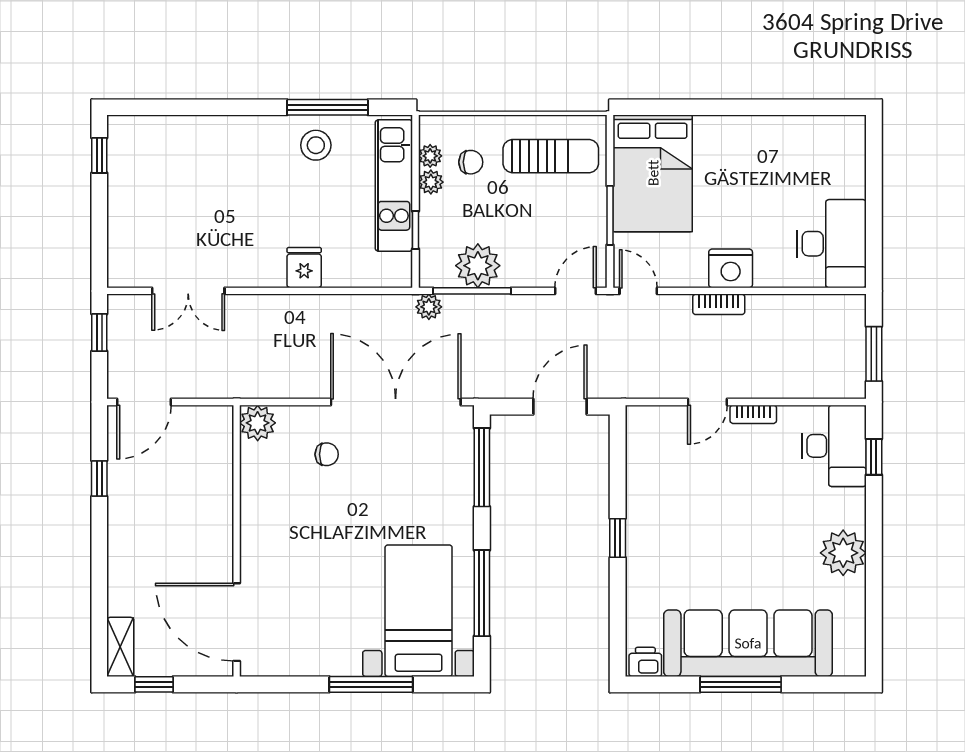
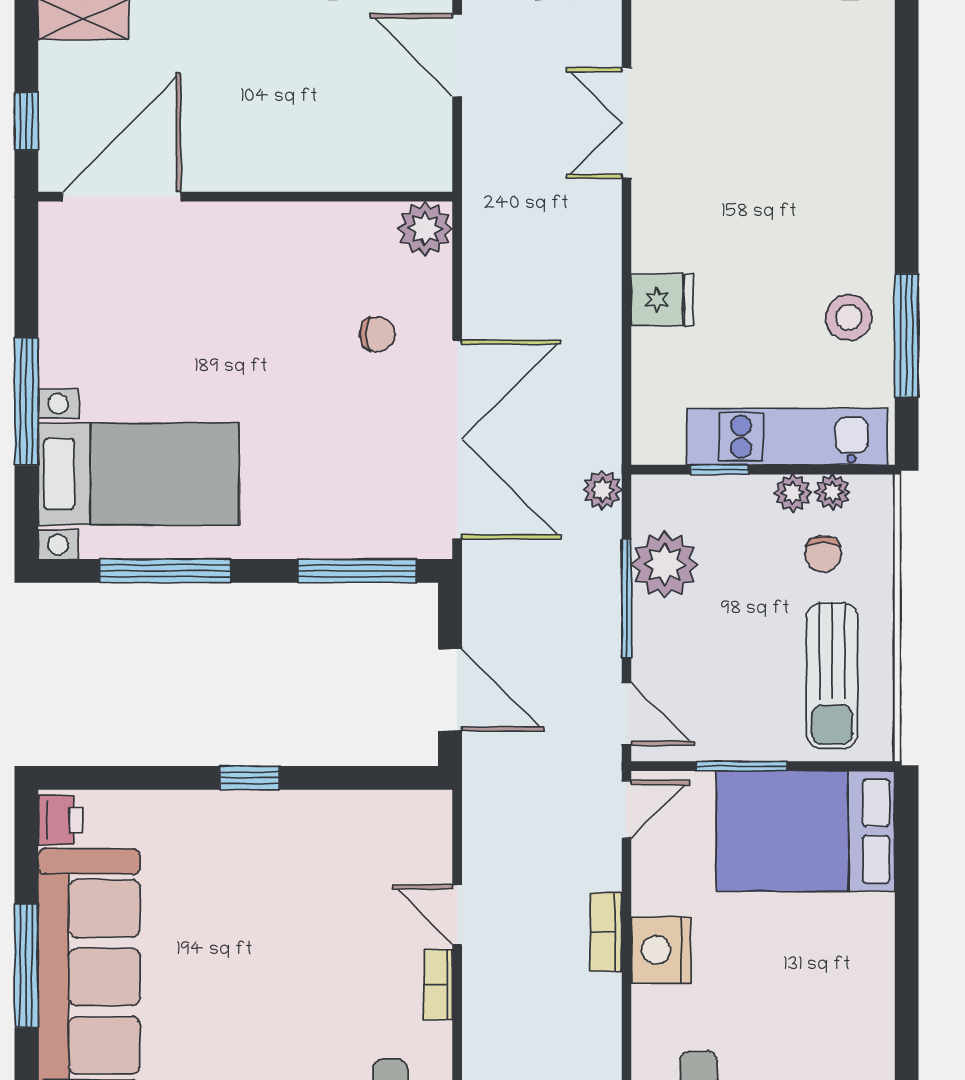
window: (472, 291) -> (627, 598), moved
chair: (327, 454) -> (377, 334), turned -90
window: (154, 684) -> (26, 121), moved

